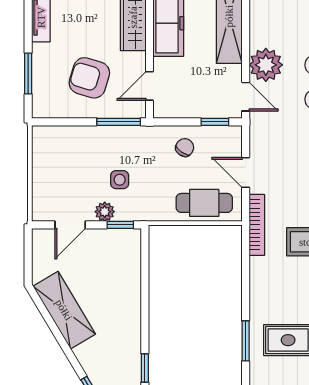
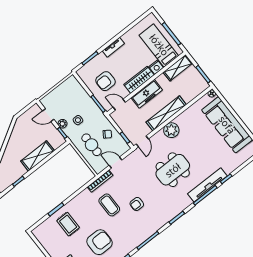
plant: (266, 65) -> (171, 130), moved
armchair: (89, 78) -> (105, 81), turned -107
door: (246, 172) -> (115, 163), hinge flipped
cafe table: (204, 203) -> (91, 145), moved
shelving: (64, 310) -> (38, 156), moved, turned 31

